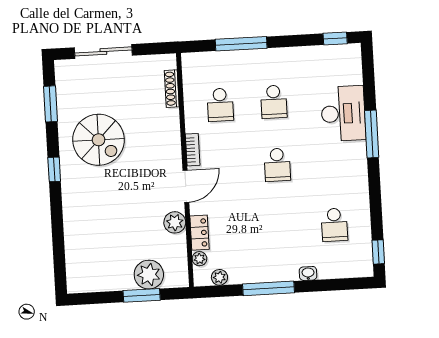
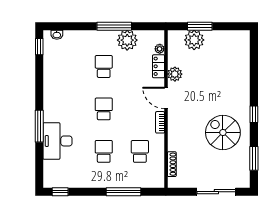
door: (186, 186) -> (166, 98), hinge flipped
school desk: (334, 225) -> (104, 67), moved
washbasin: (308, 273) -> (57, 35), moved
plant: (219, 277) -> (127, 40), moved, width x1.88, depth x1.88

